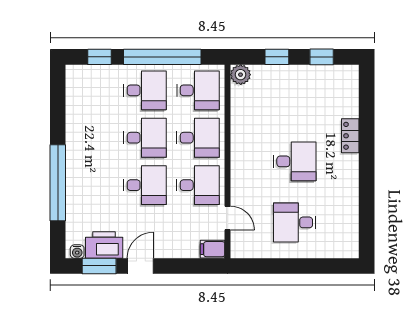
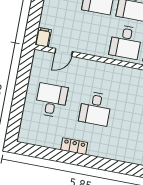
locker: (350, 136) -> (74, 146), moved
desk: (198, 185) -> (91, 36), removed

